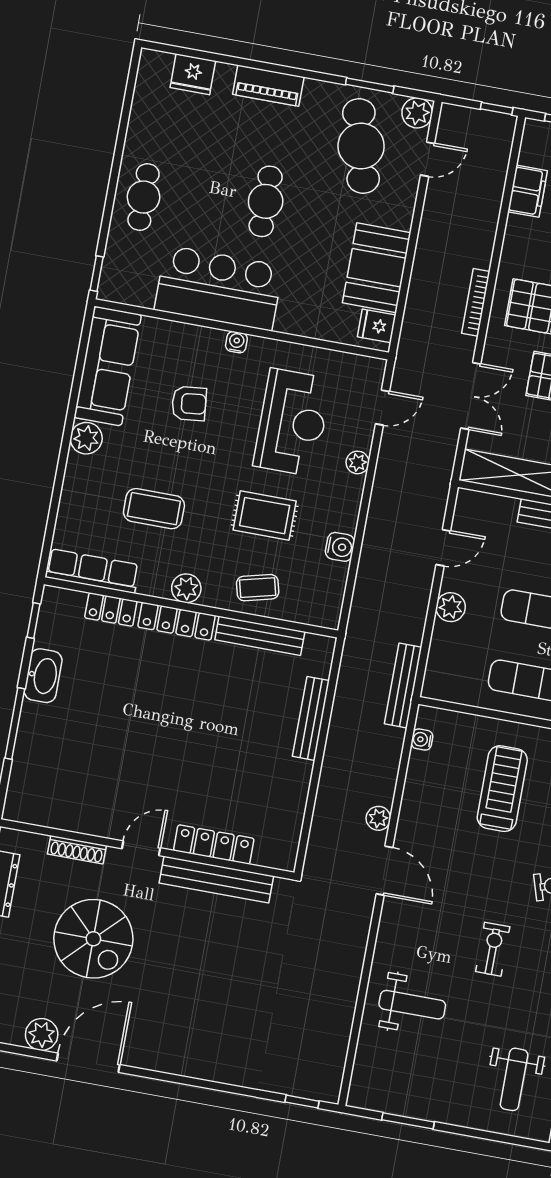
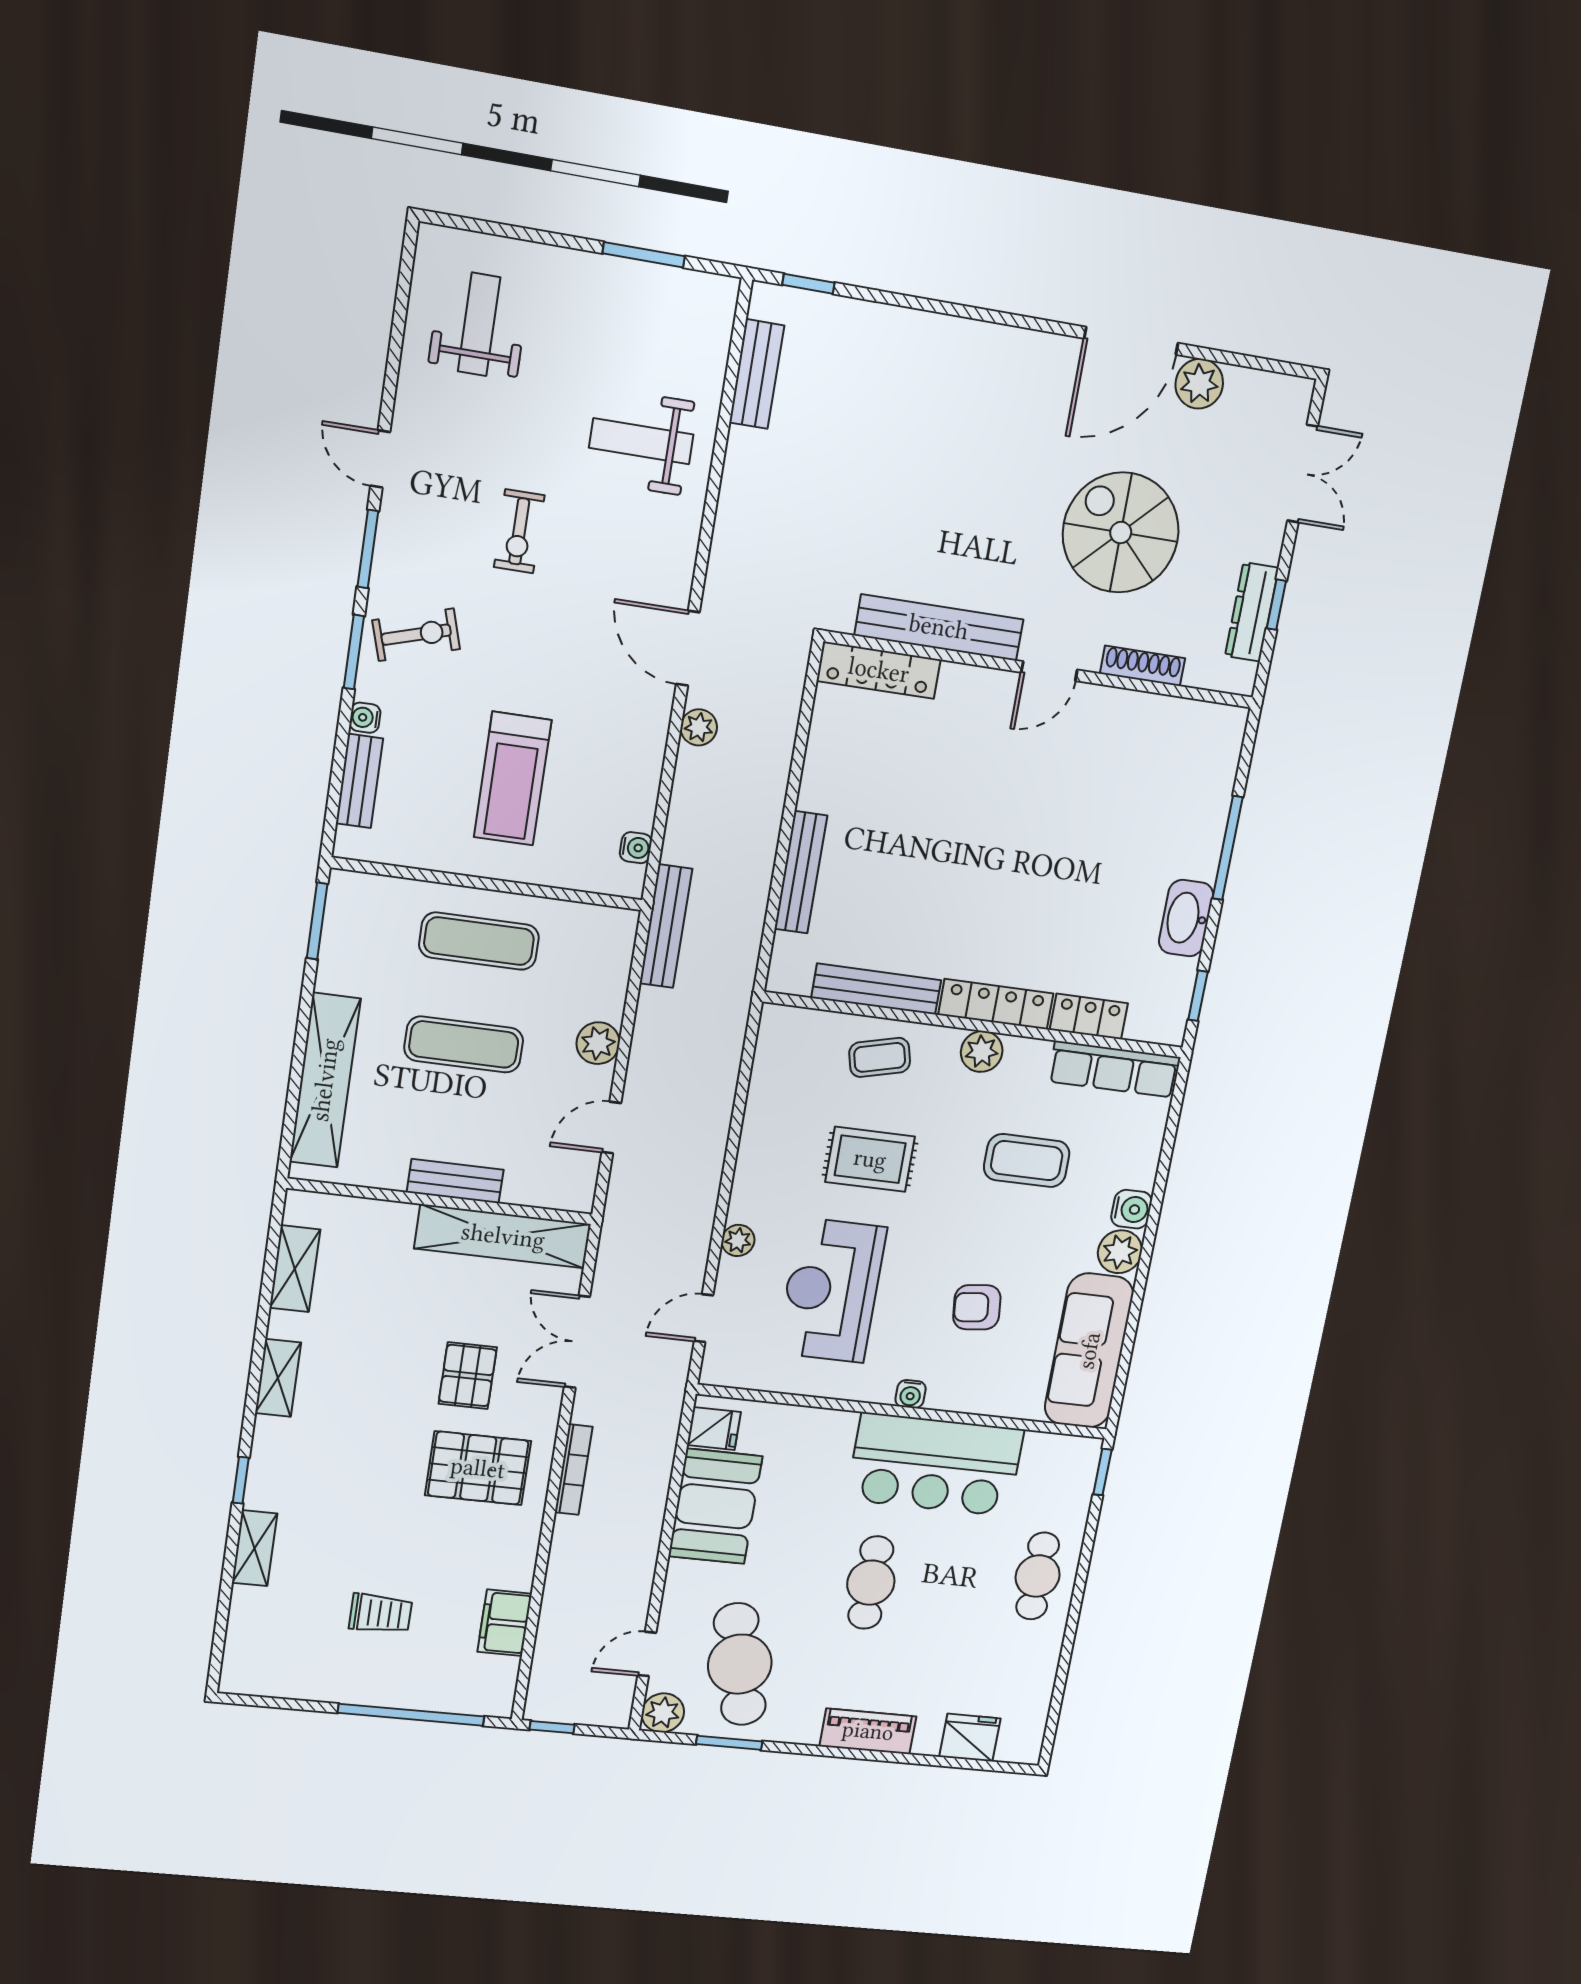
water cooler: (340, 547) -> (1132, 1209), moved, turned 180
locker: (214, 844) -> (879, 670), moved
bench: (336, 1046) -> (757, 374), added

